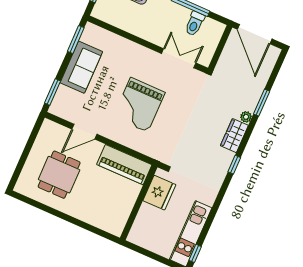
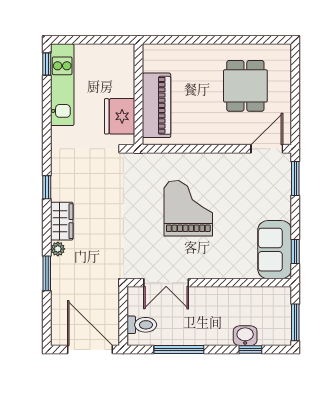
toilet: (195, 24) -> (142, 325), moved, turned 90
window: (76, 40) -> (295, 251), width x0.67
sofa: (81, 67) -> (275, 250), moved
door: (84, 132) -> (267, 149), moved
piano: (124, 165) -> (156, 105), moved, turned 90

